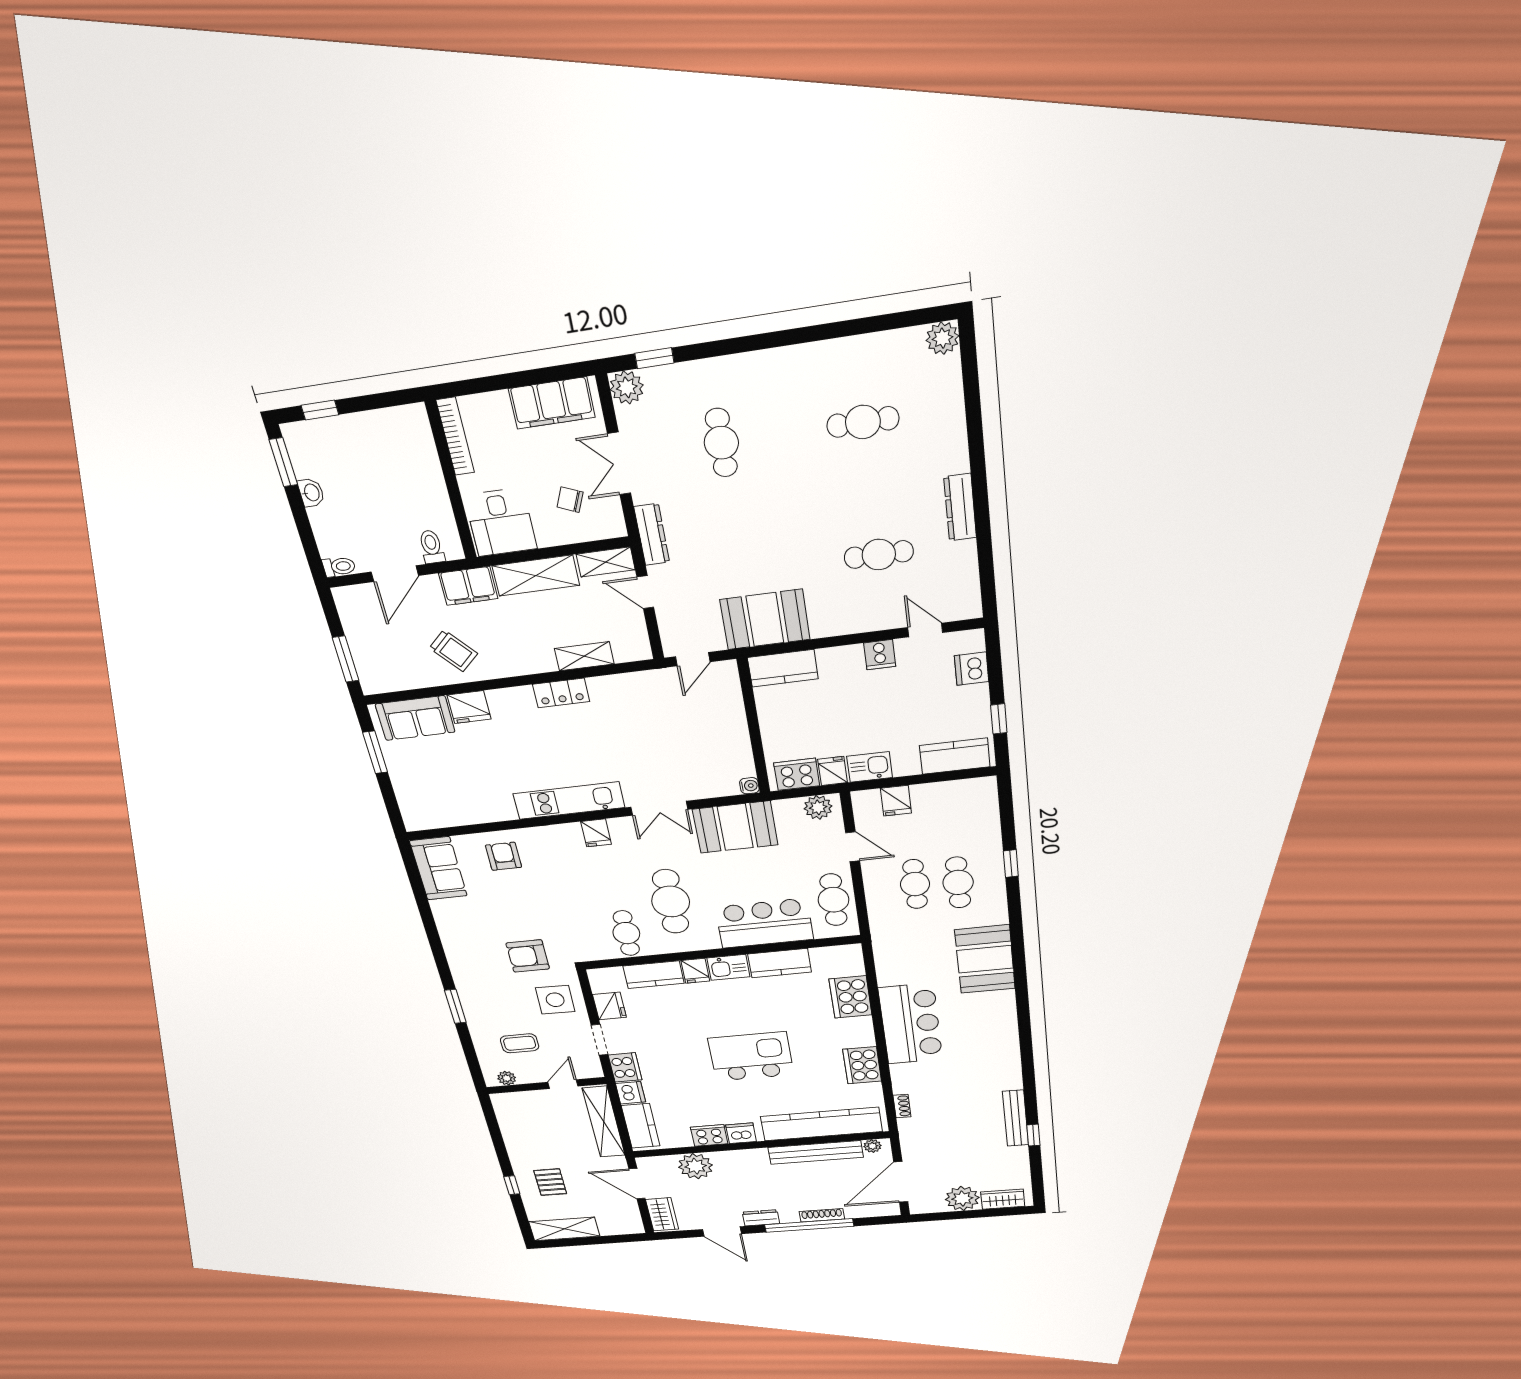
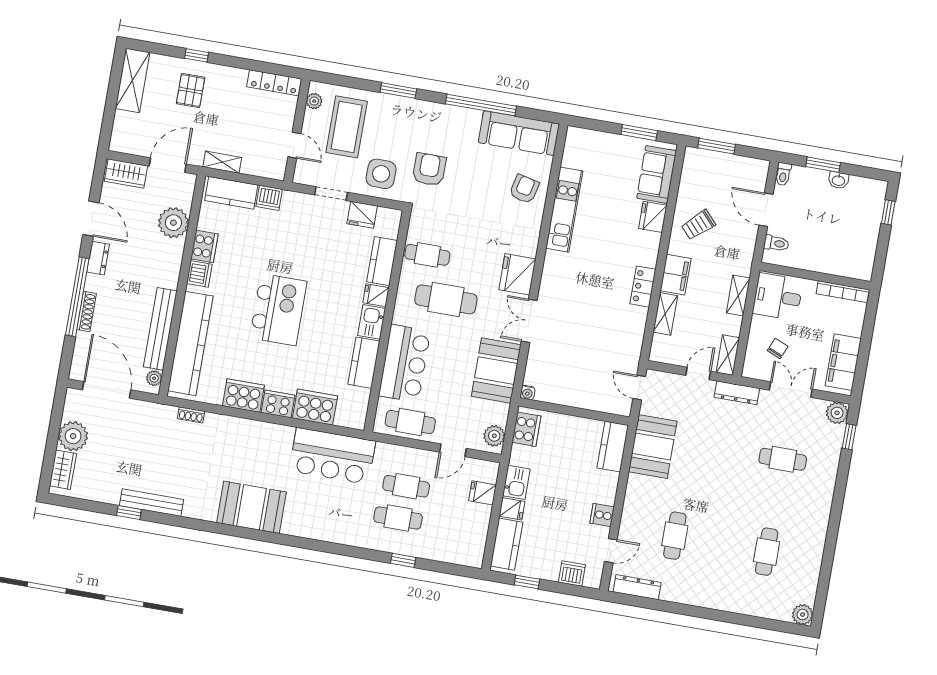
window: (283, 462) -> (823, 165), moved
dresser: (960, 507) -> (637, 587), moved
shelving: (536, 576) -> (738, 296), width x0.67, depth x0.75
filing cabinet: (468, 586) -> (676, 275), moved, turned 180
fridge: (833, 771) -> (512, 509), moved
kitchen unit: (569, 801) -> (564, 210), moved
fridge: (596, 833) -> (517, 274), width x1.88, depth x1.34
armchair: (503, 856) -> (524, 189), turned -77
sofa: (438, 868) -> (519, 133), width x1.36
window: (430, 925) -> (481, 105), added
booth: (985, 959) -> (251, 507), moved
bar counter: (911, 1024) -> (332, 456), moved
coffee table: (520, 1043) -> (347, 127), width x1.86, depth x1.72
cooker: (625, 1067) -> (278, 404), moved, turned 180
locker: (506, 1116) -> (274, 83), added
shelving: (604, 1122) -> (222, 162), width x0.45, depth x0.75
pallet: (550, 1182) -> (191, 90), turned 90
door: (722, 1232) -> (91, 219), swing flipped

